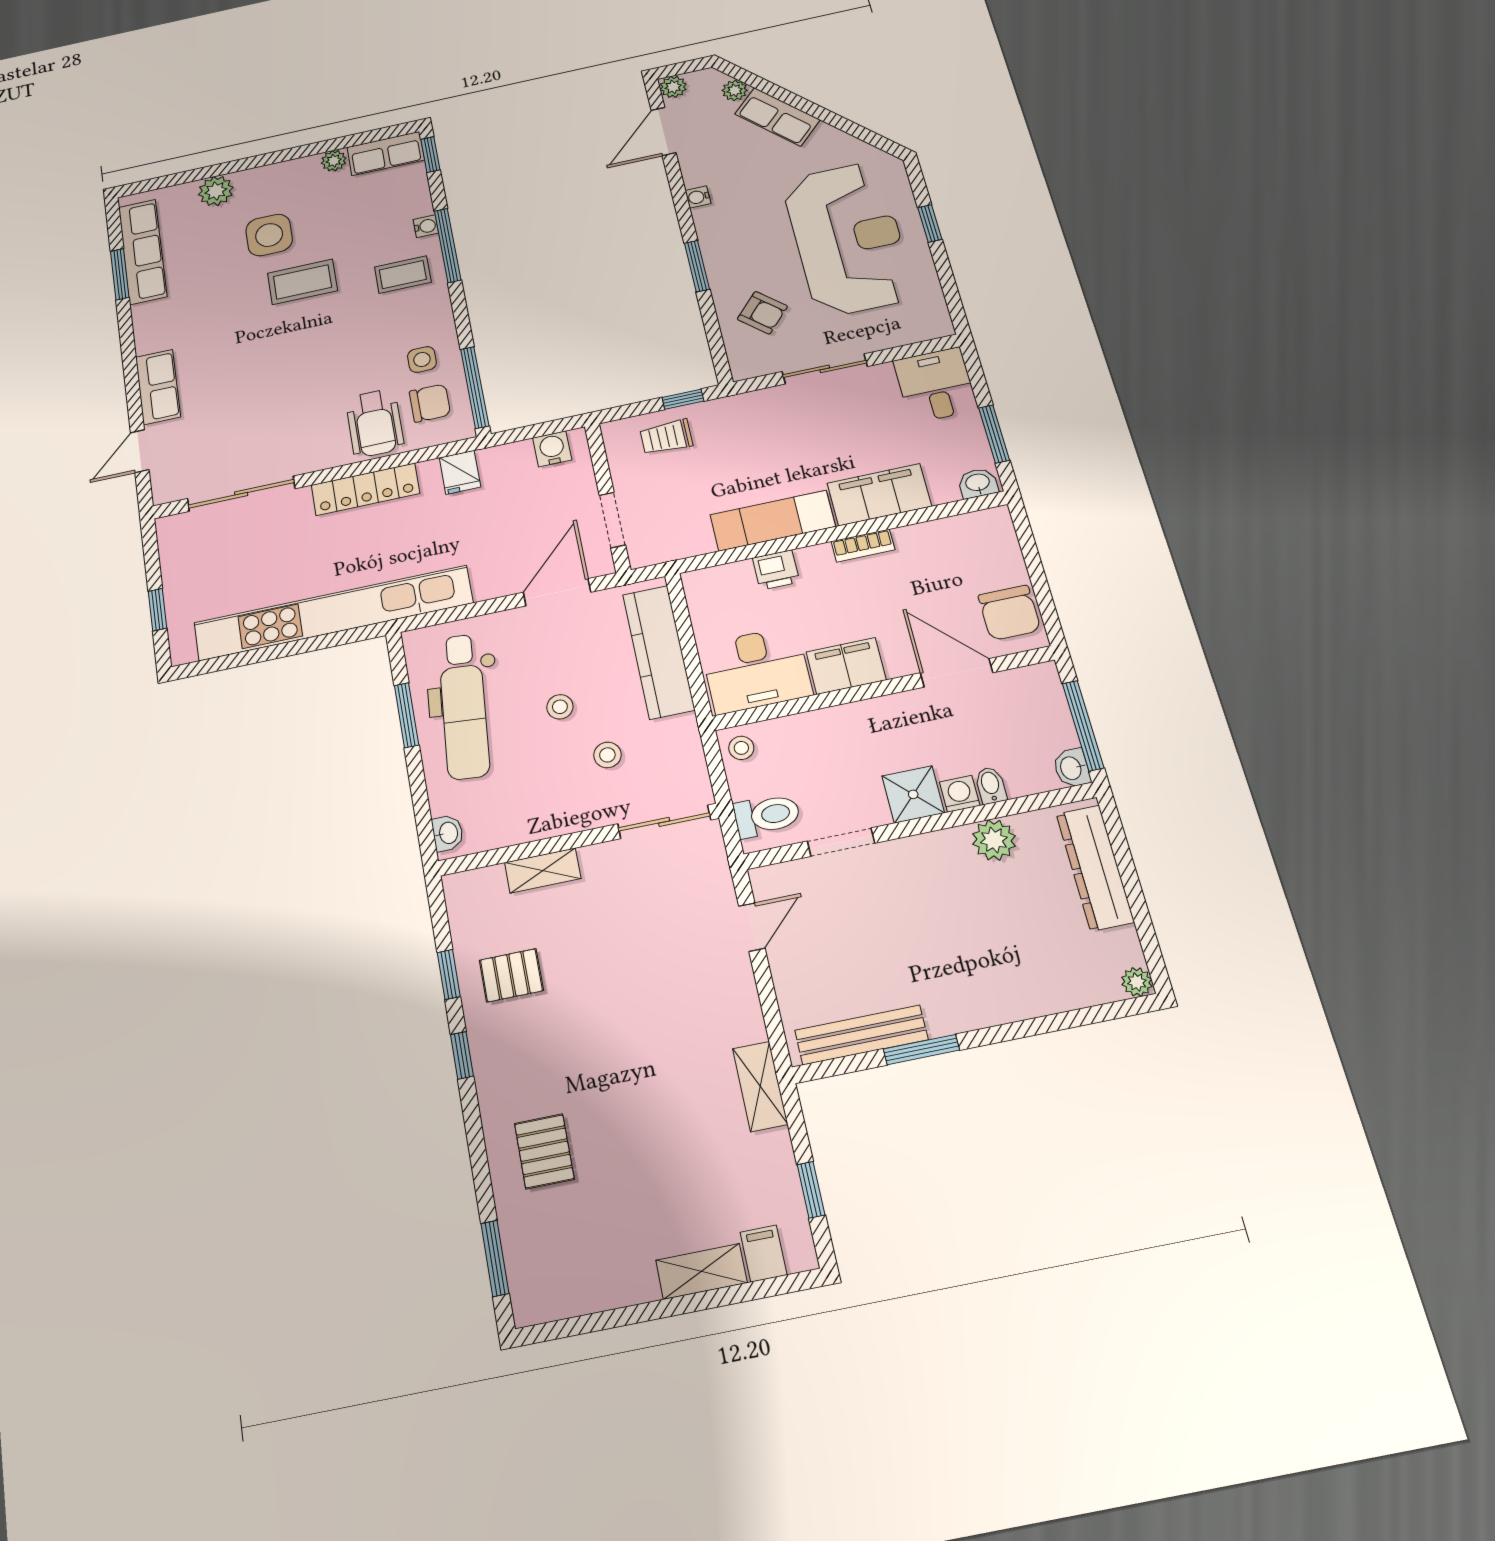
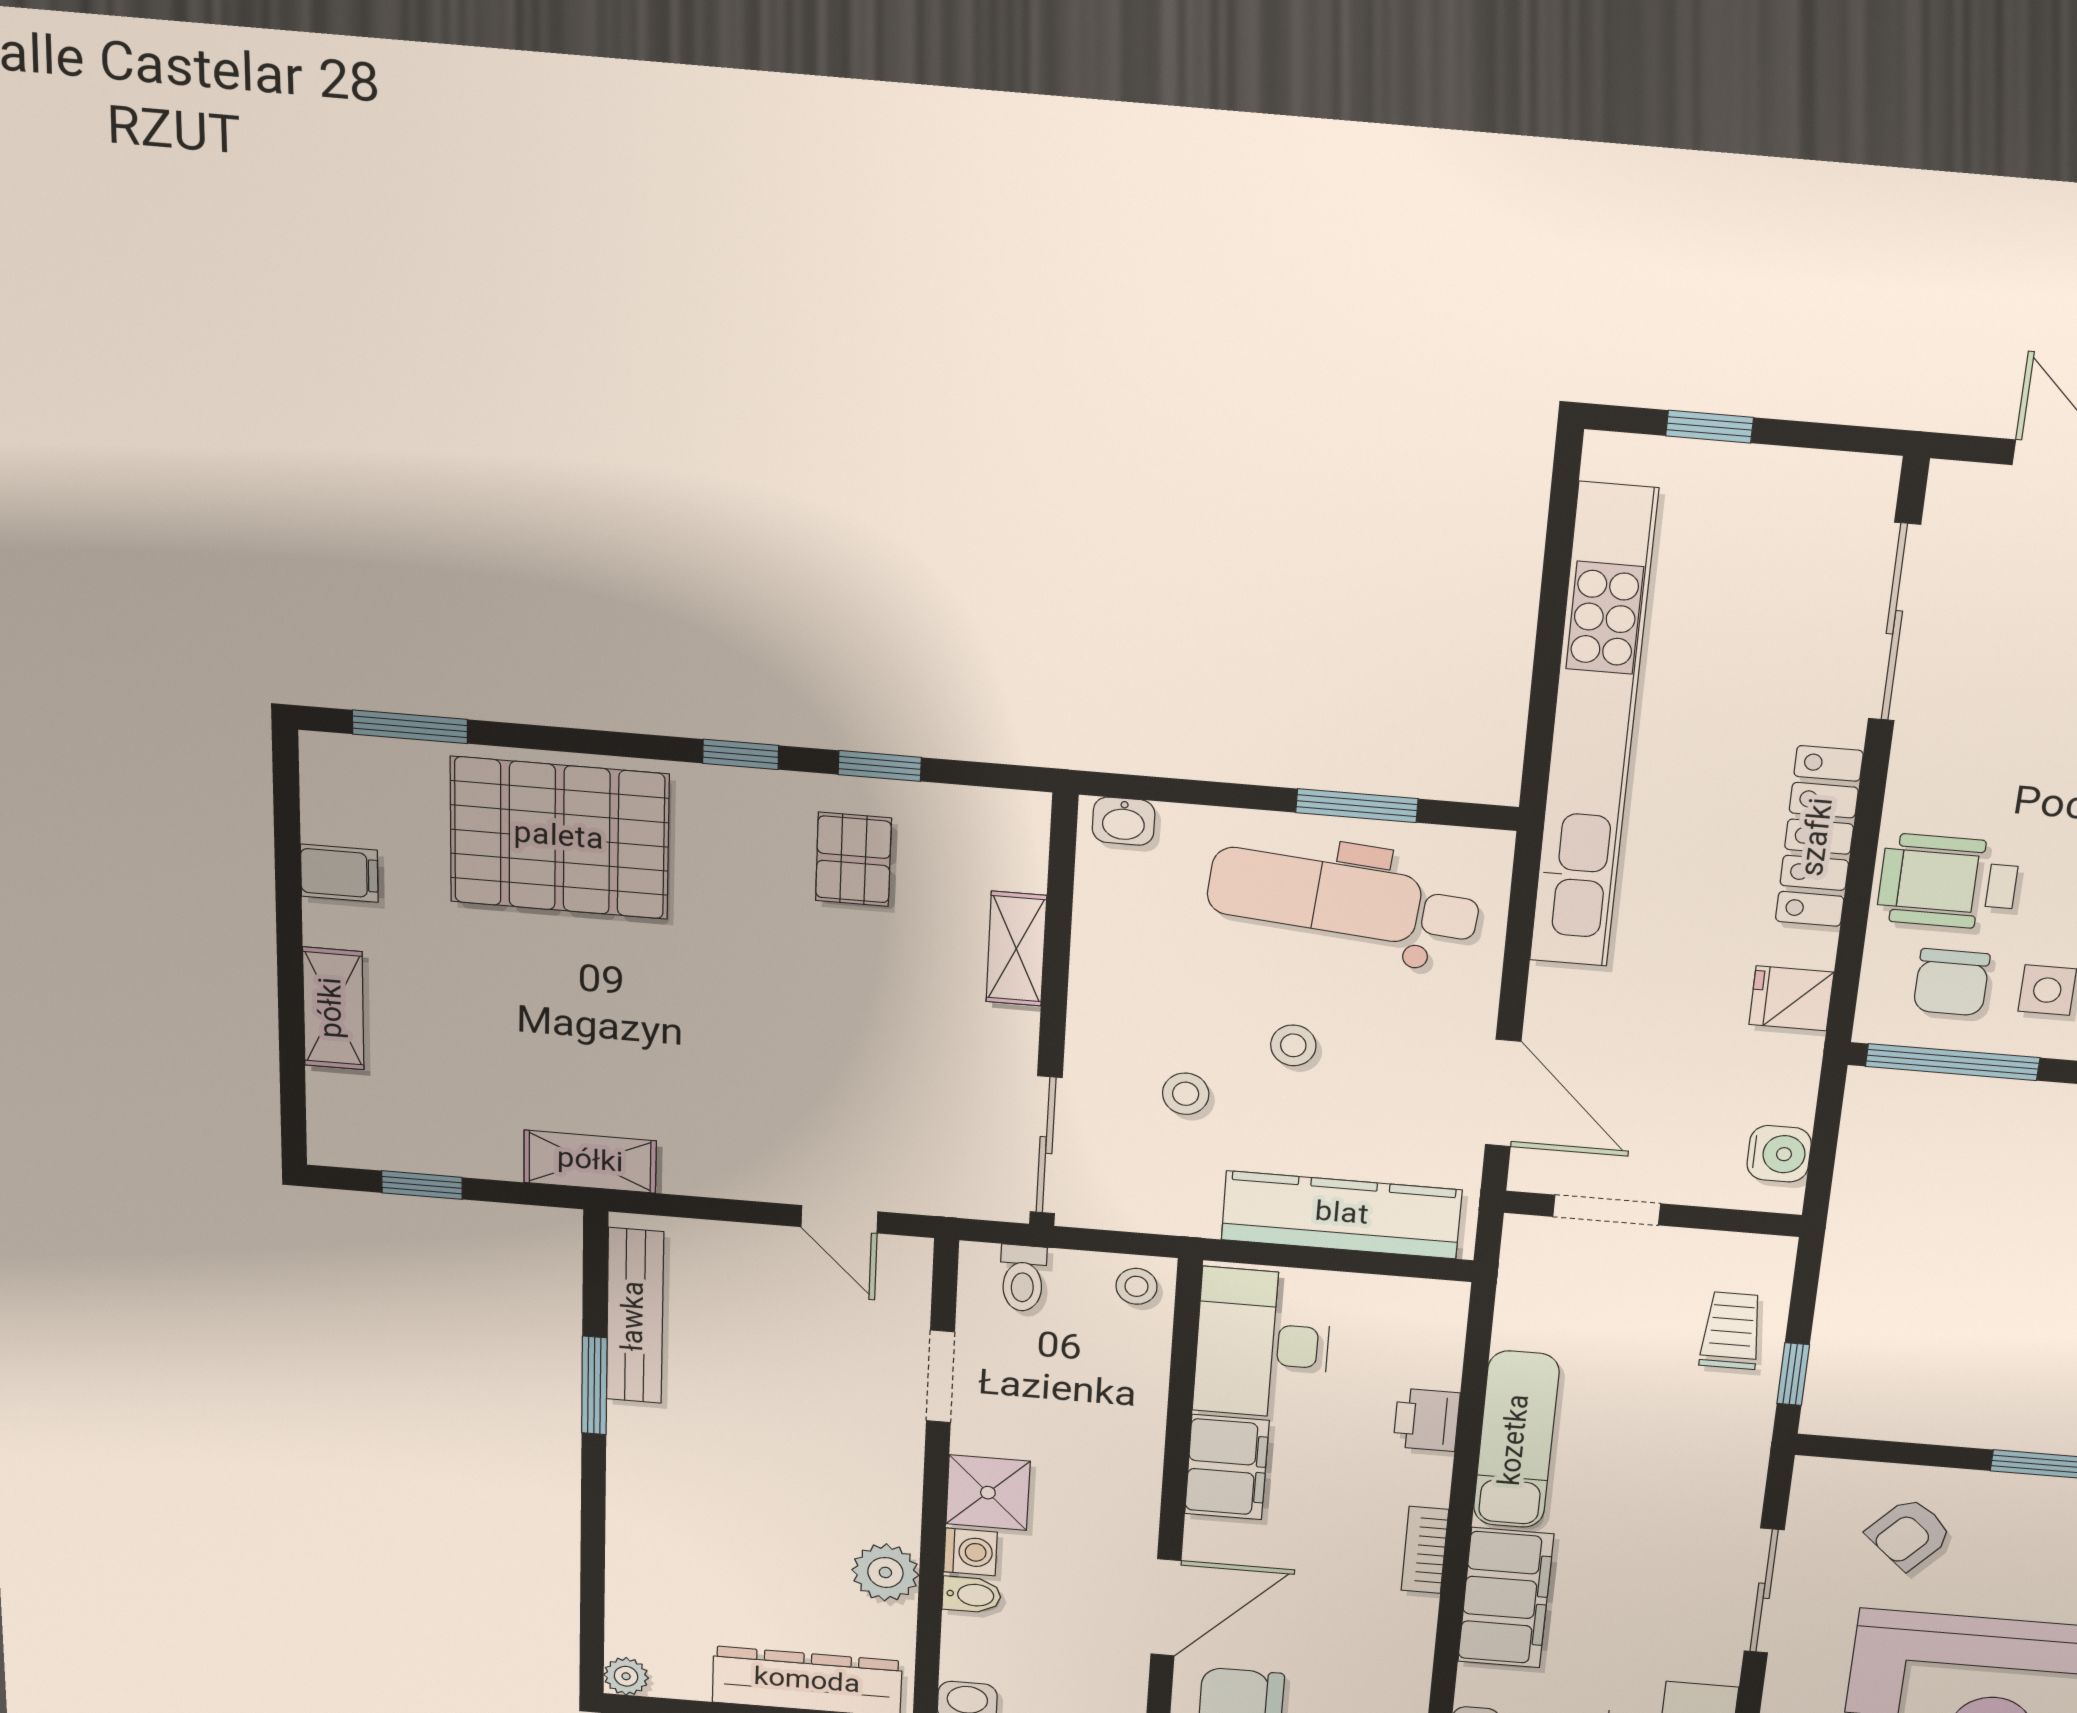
toilet: (767, 815) -> (1023, 1278), width x0.73, depth x0.72
pallet: (544, 1151) -> (559, 838), width x2.05, depth x2.00
filing cabinet: (763, 1253) -> (339, 873), moved

